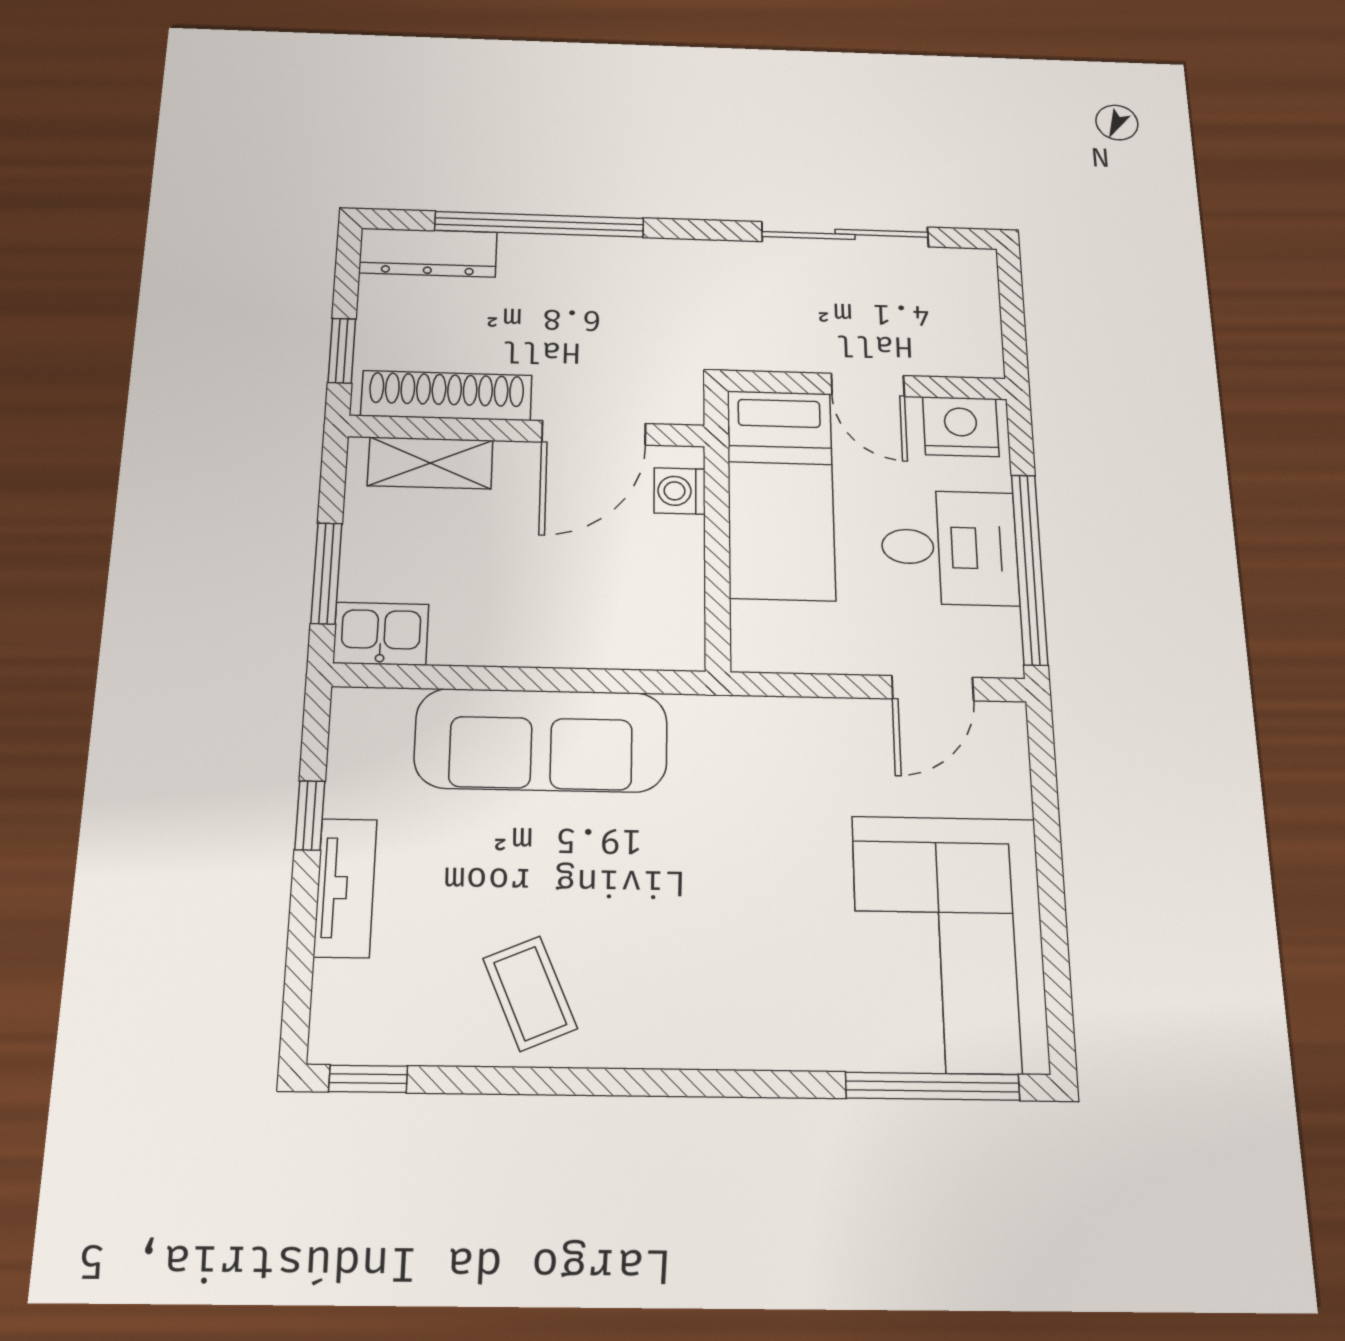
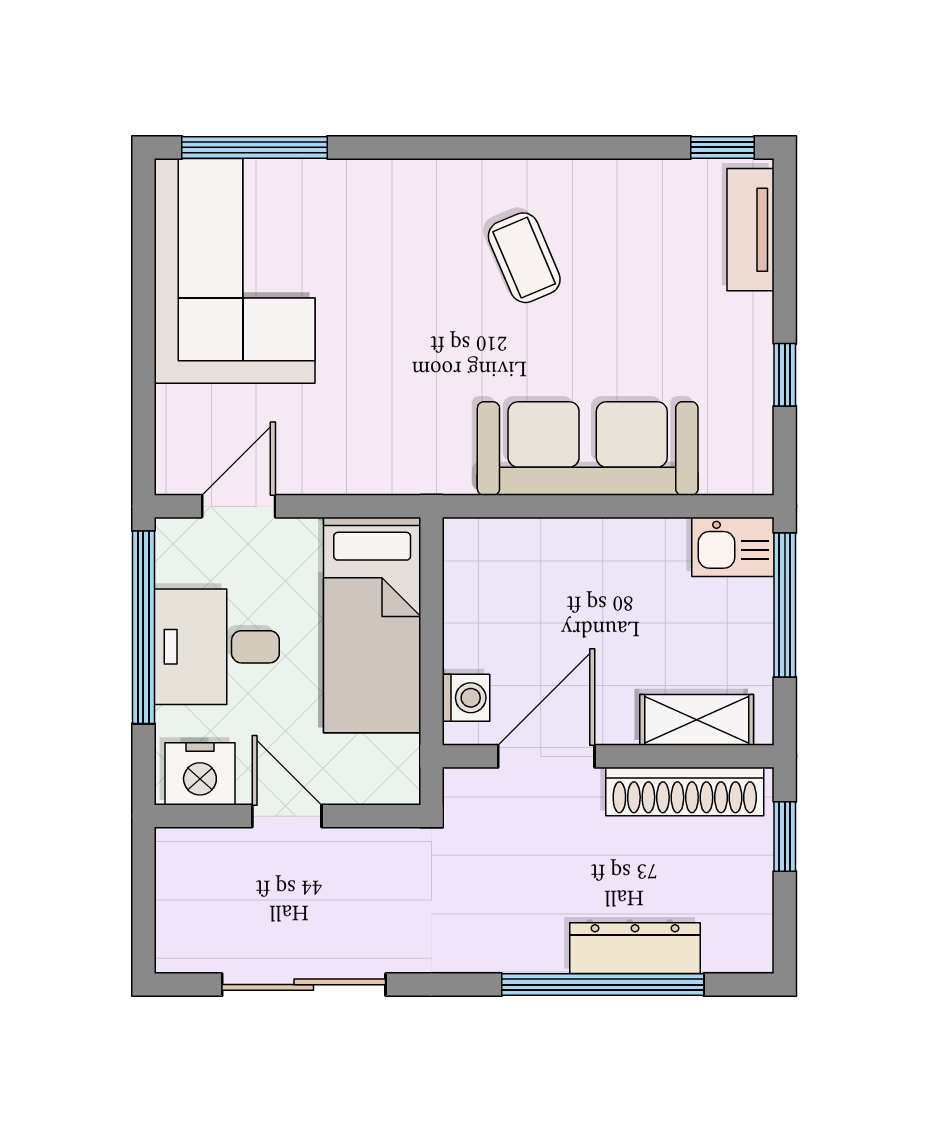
dresser: (428, 253) -> (635, 948), moved
bed: (781, 494) -> (372, 625), moved, turned 180
window: (326, 573) -> (785, 605), width x1.44
tv unit: (345, 888) -> (751, 230), moved
coffee table: (530, 993) -> (524, 258), moved

